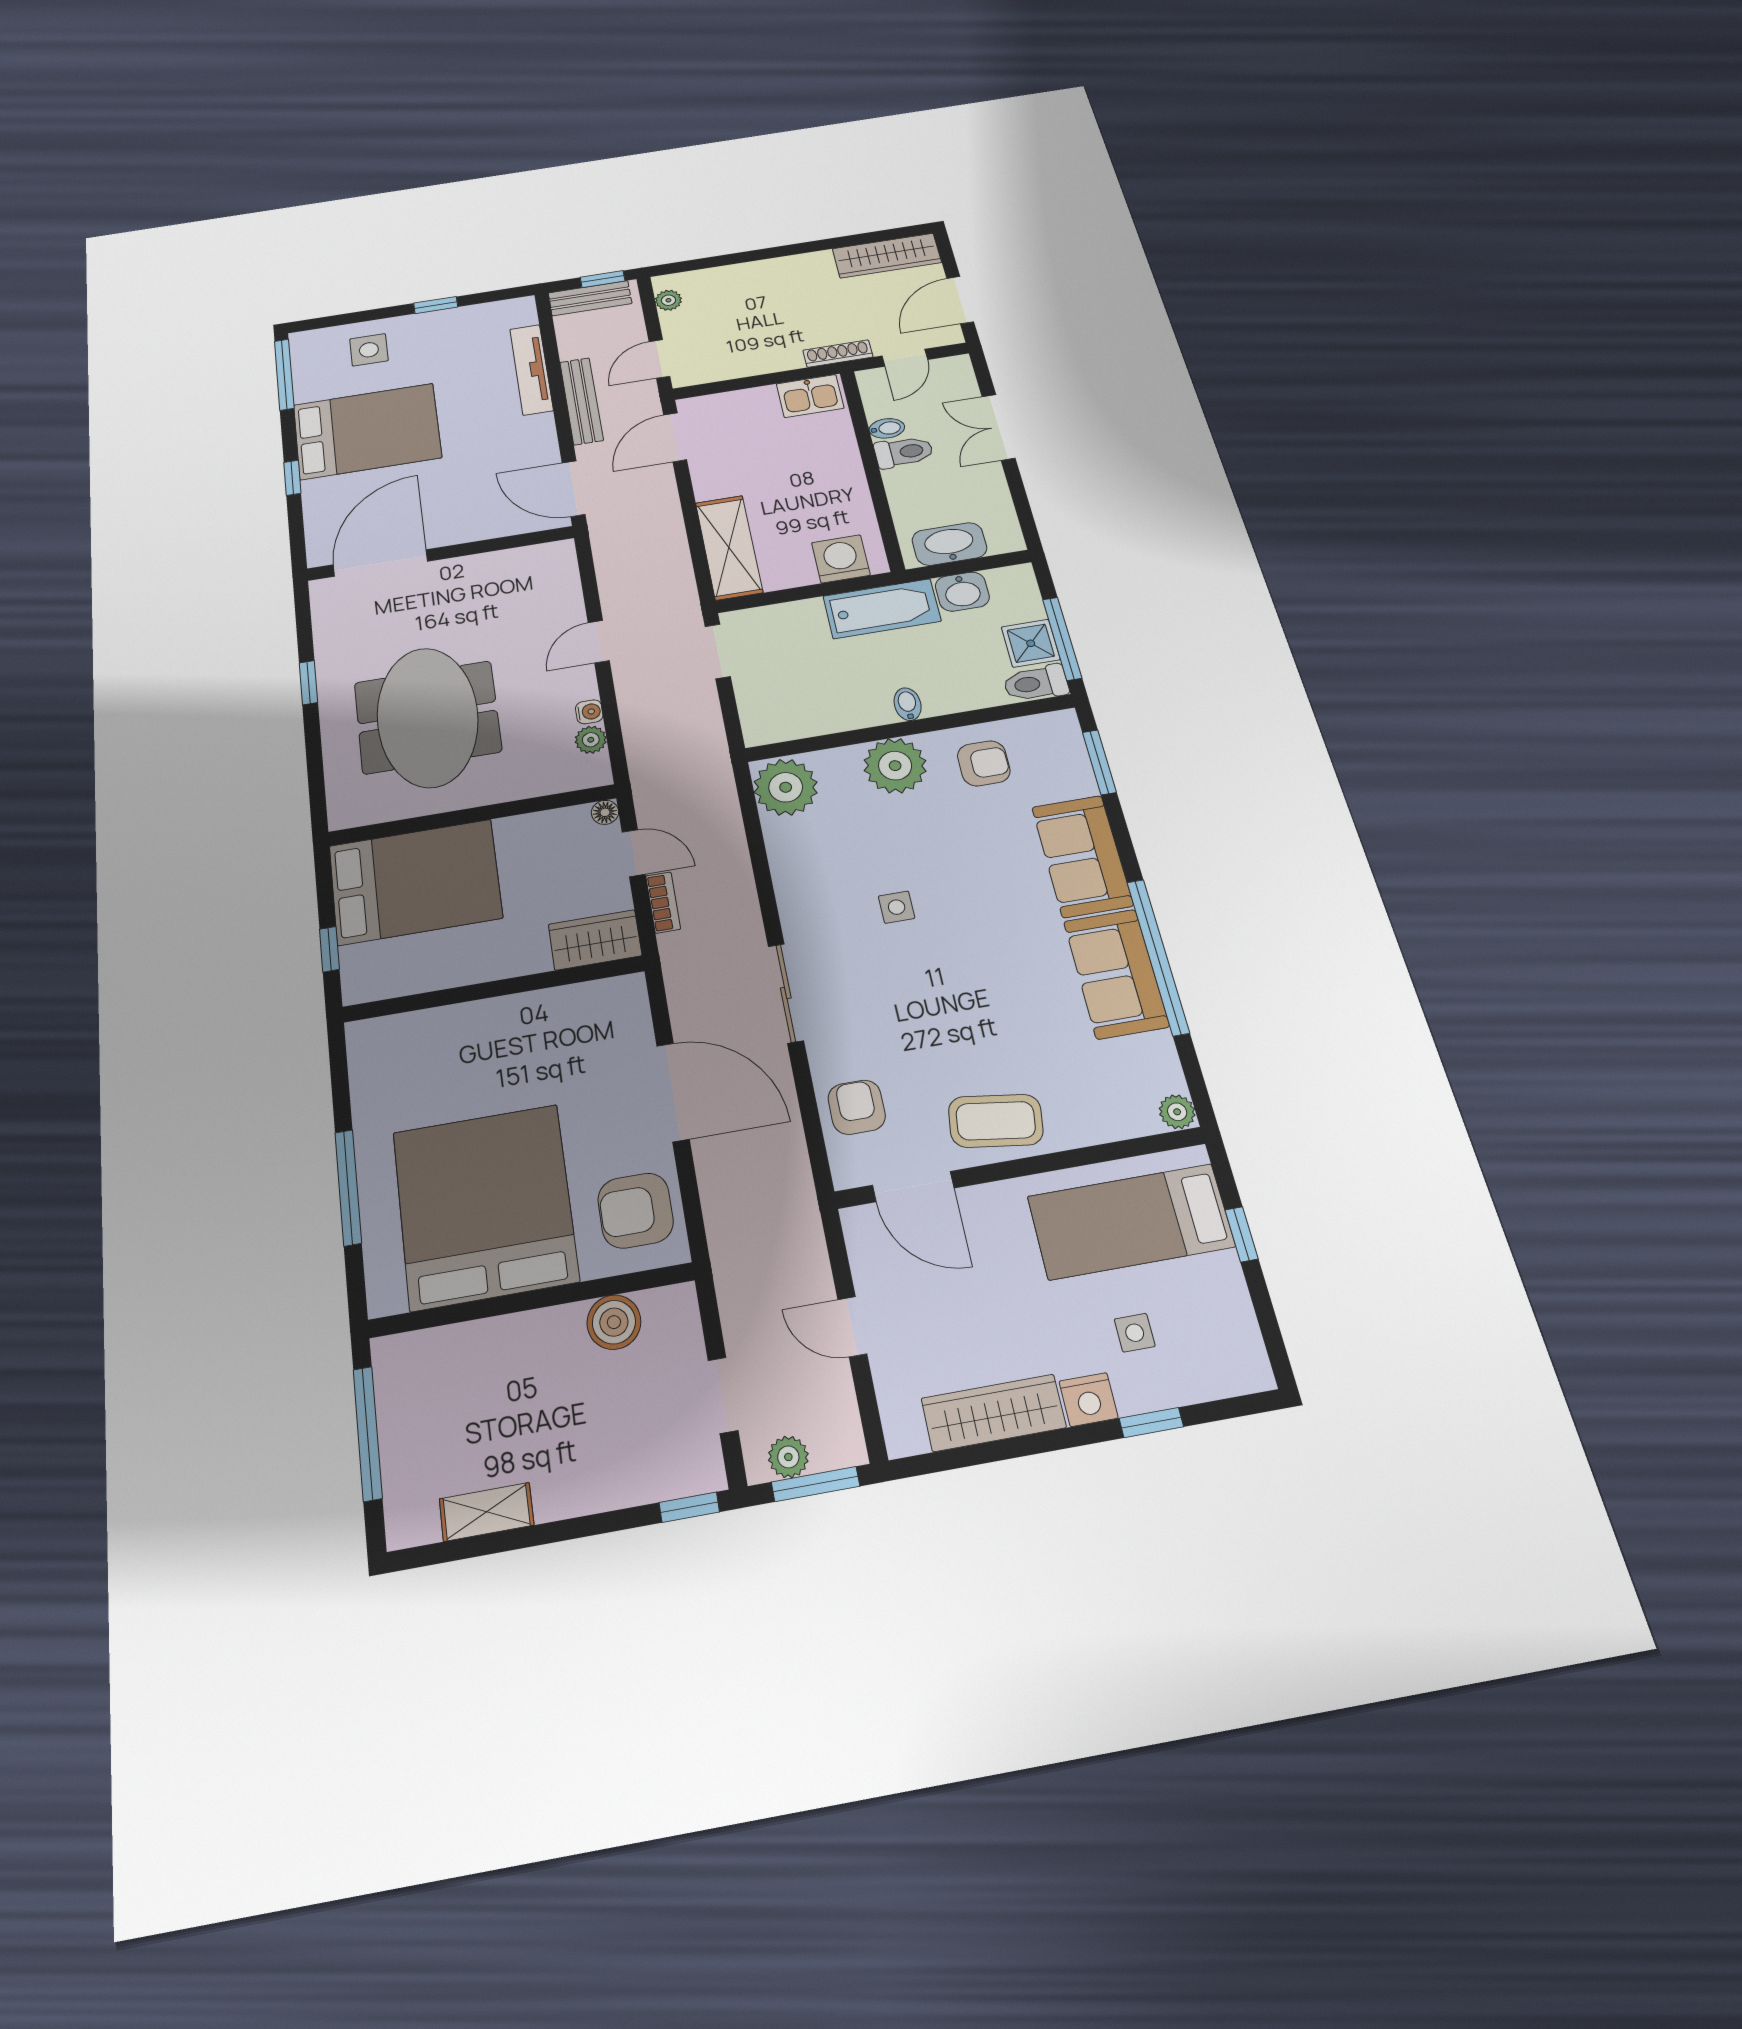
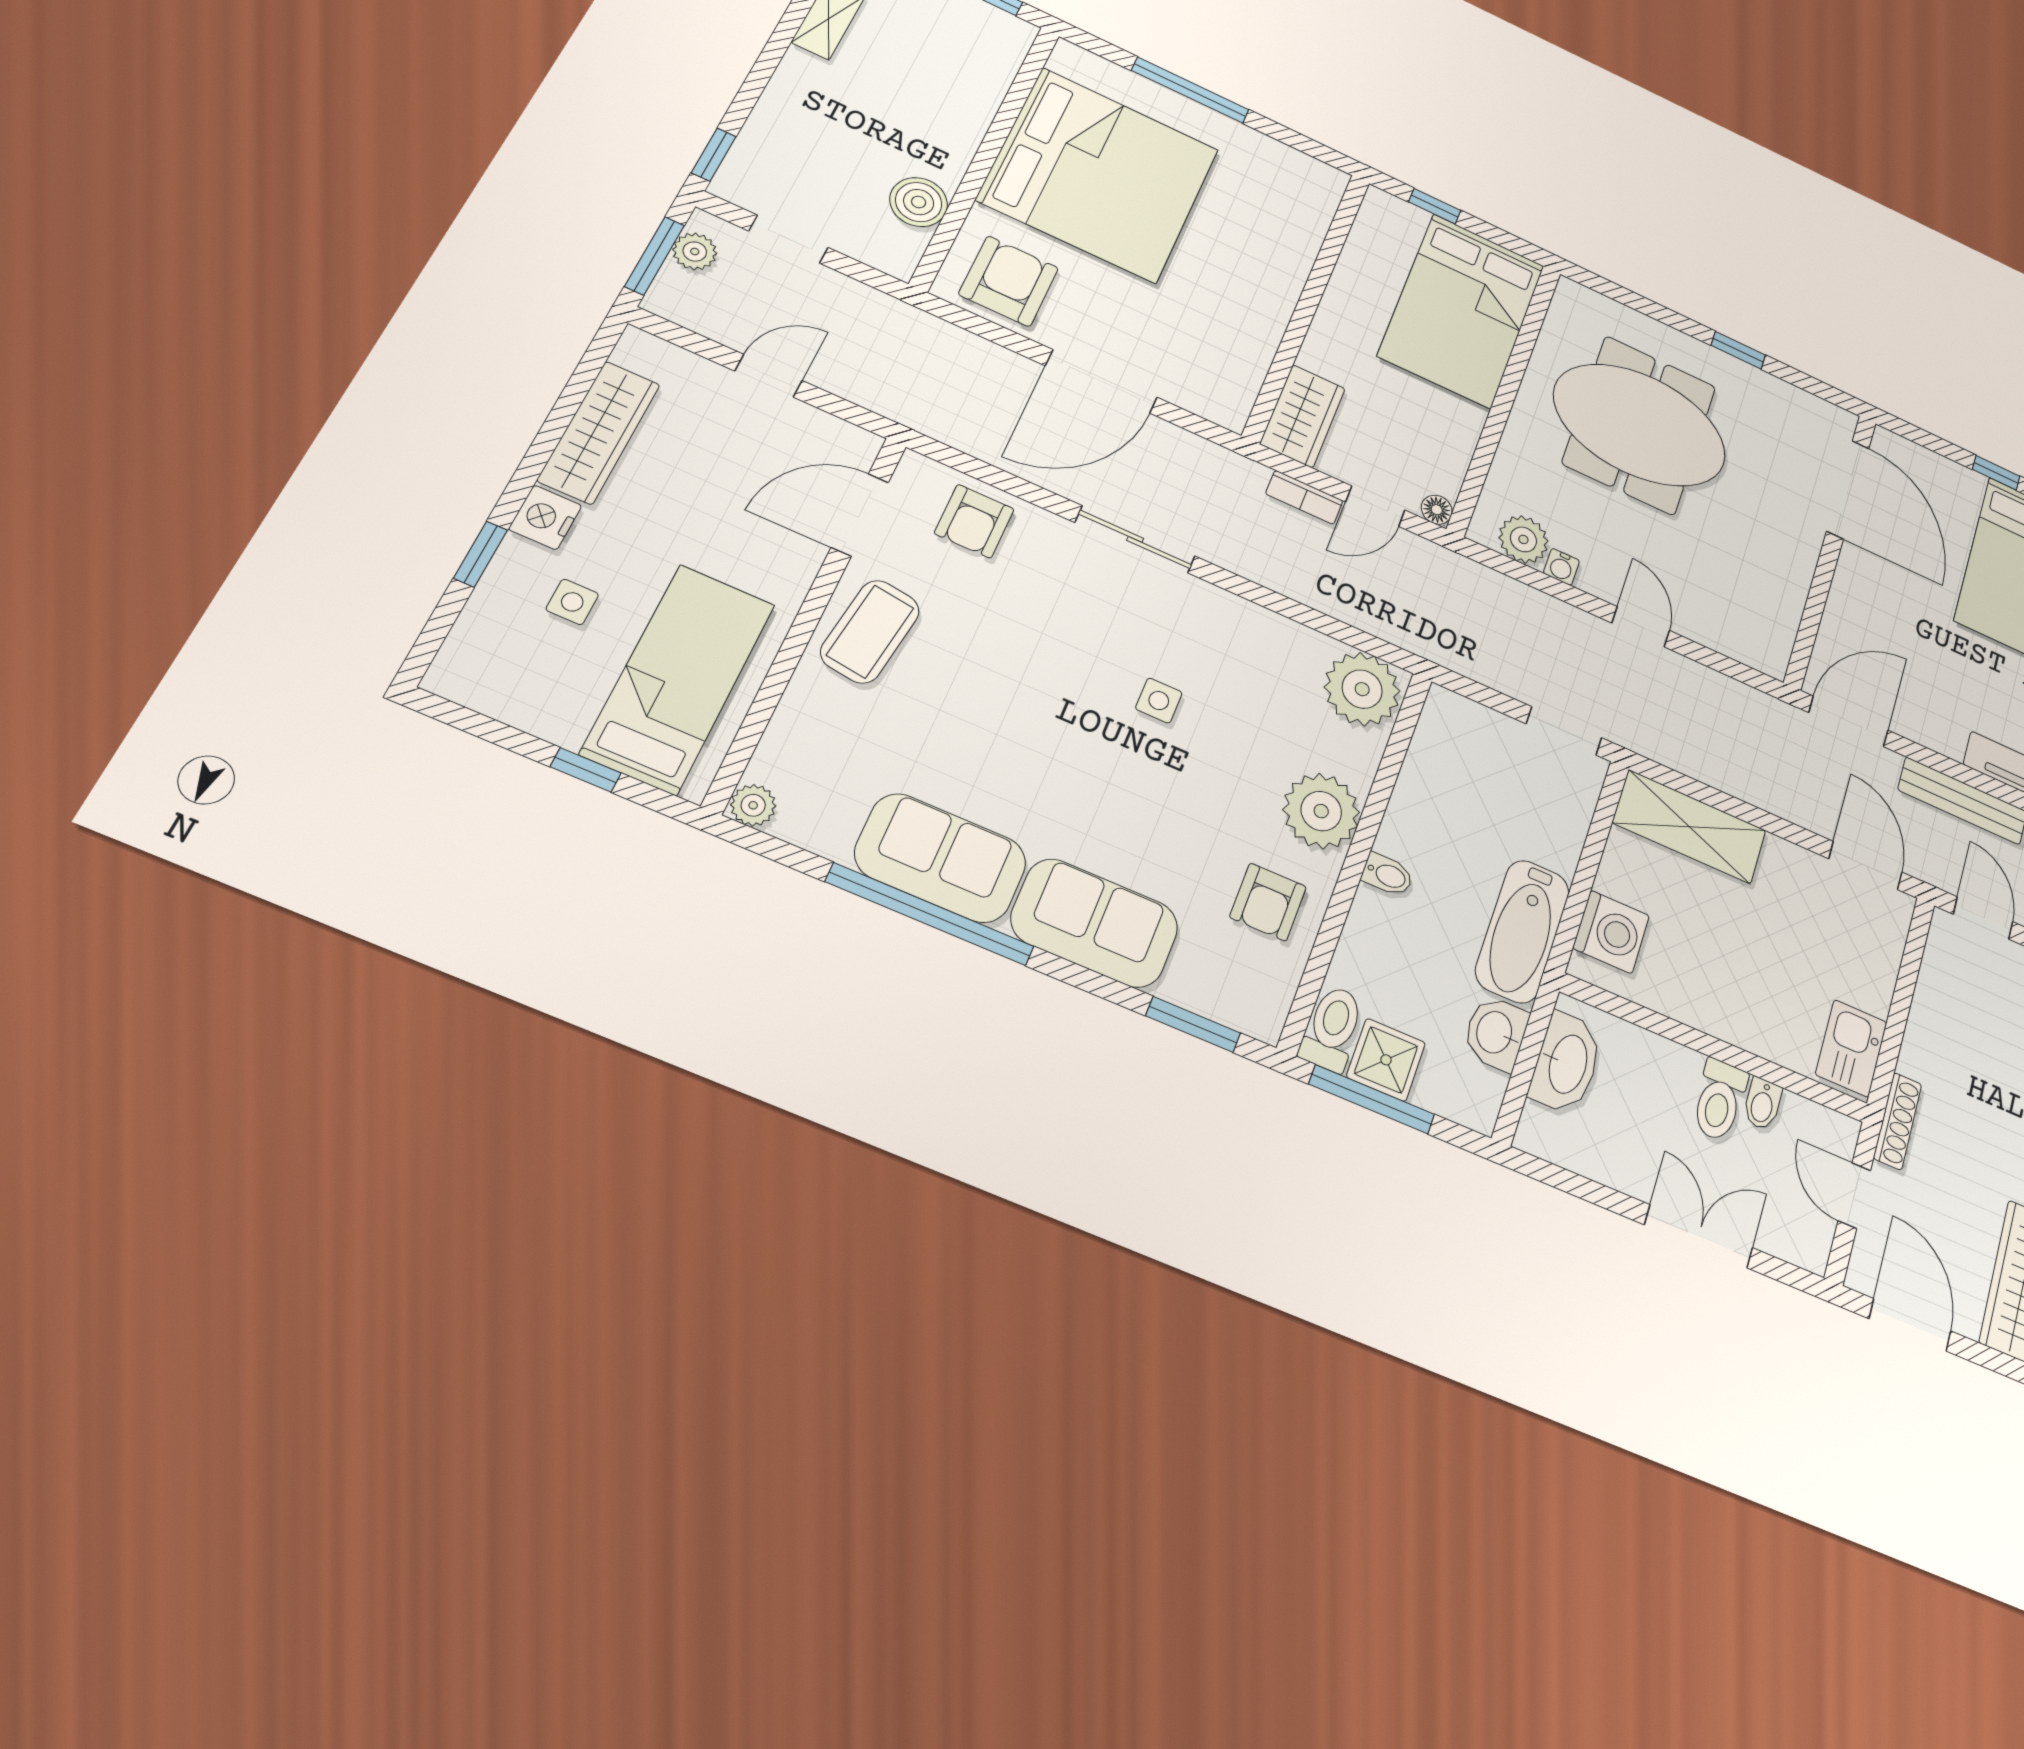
plant: (591, 740) -> (1523, 539), width x1.38, depth x1.38
armchair: (857, 1107) -> (974, 521), turned 90

